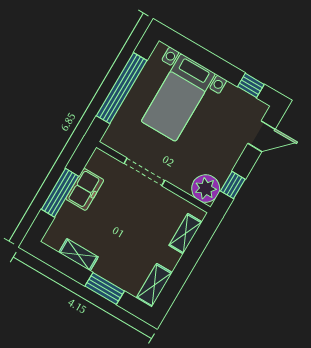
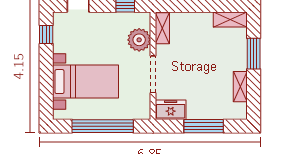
plant: (206, 188) -> (139, 40), moved
freezer: (85, 189) -> (171, 110), moved
shelving: (185, 234) -> (162, 28), moved, turned 90

